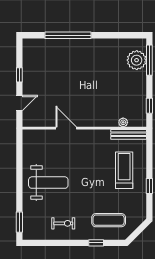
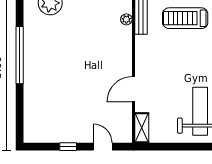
window: (68, 35) -> (20, 55), moved
shelving: (35, 135) -> (142, 128), added

